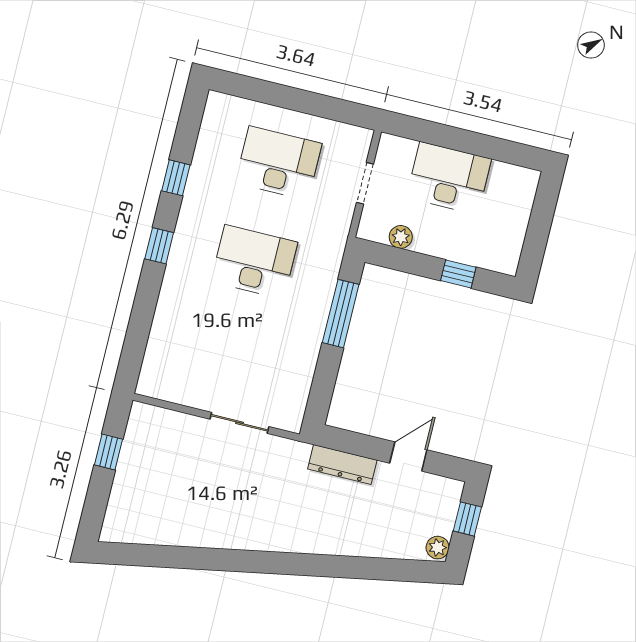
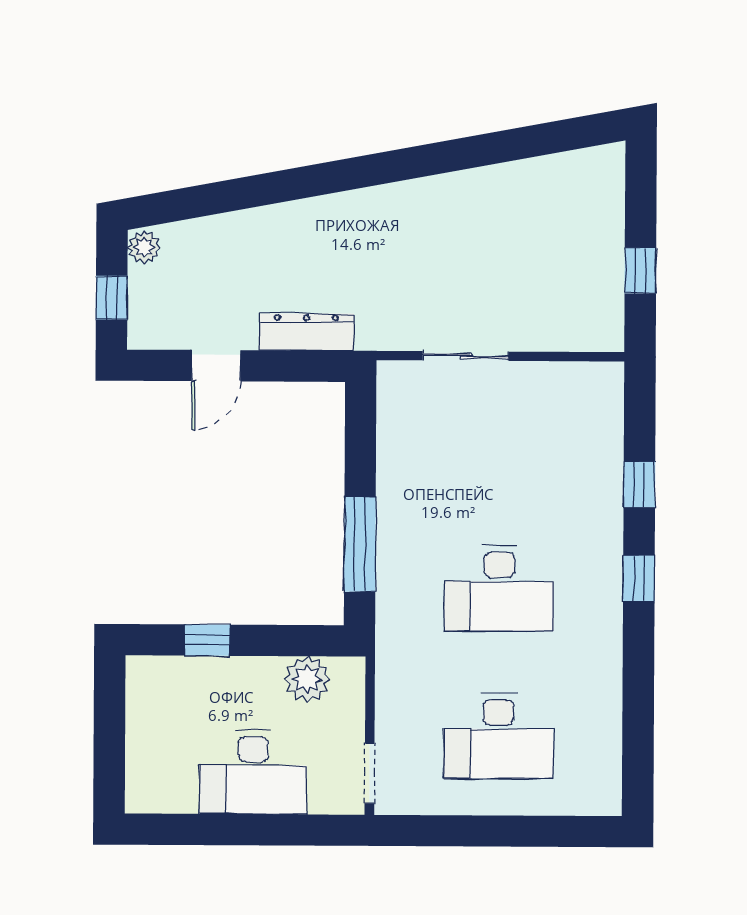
window: (176, 178) -> (639, 485), moved
doorway: (365, 183) -> (370, 773), moved
plant: (401, 237) -> (307, 679), width x1.38, depth x1.38

